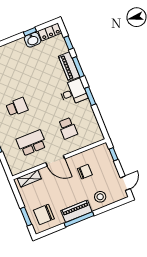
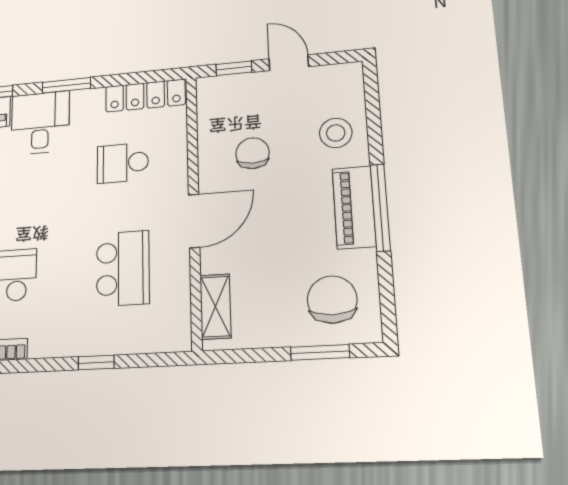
locker: (94, 127) -> (145, 96), added
school desk: (68, 128) -> (123, 163), turned 180
school desk: (31, 143) -> (123, 268), turned 180
door: (125, 183) -> (289, 63), moved
chair: (44, 214) -> (332, 300), turned 180

